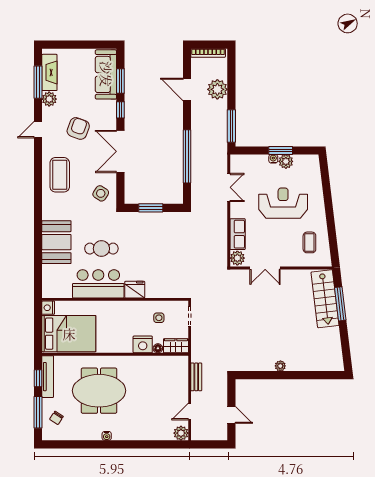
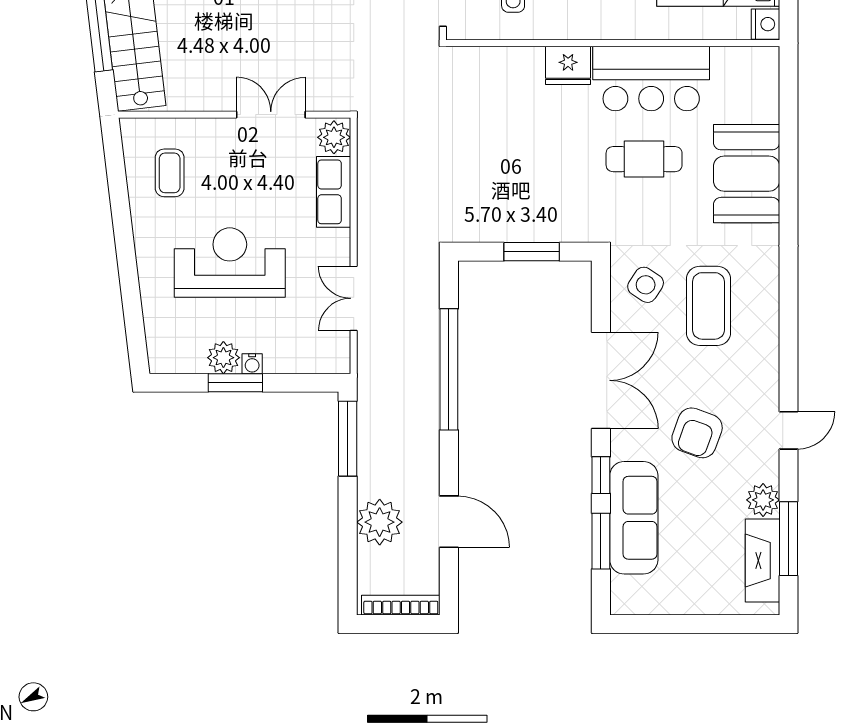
sofa: (106, 74) -> (634, 518), moved
coffee table: (60, 175) -> (708, 306), moved
reception desk: (283, 203) -> (230, 263), turned 180

